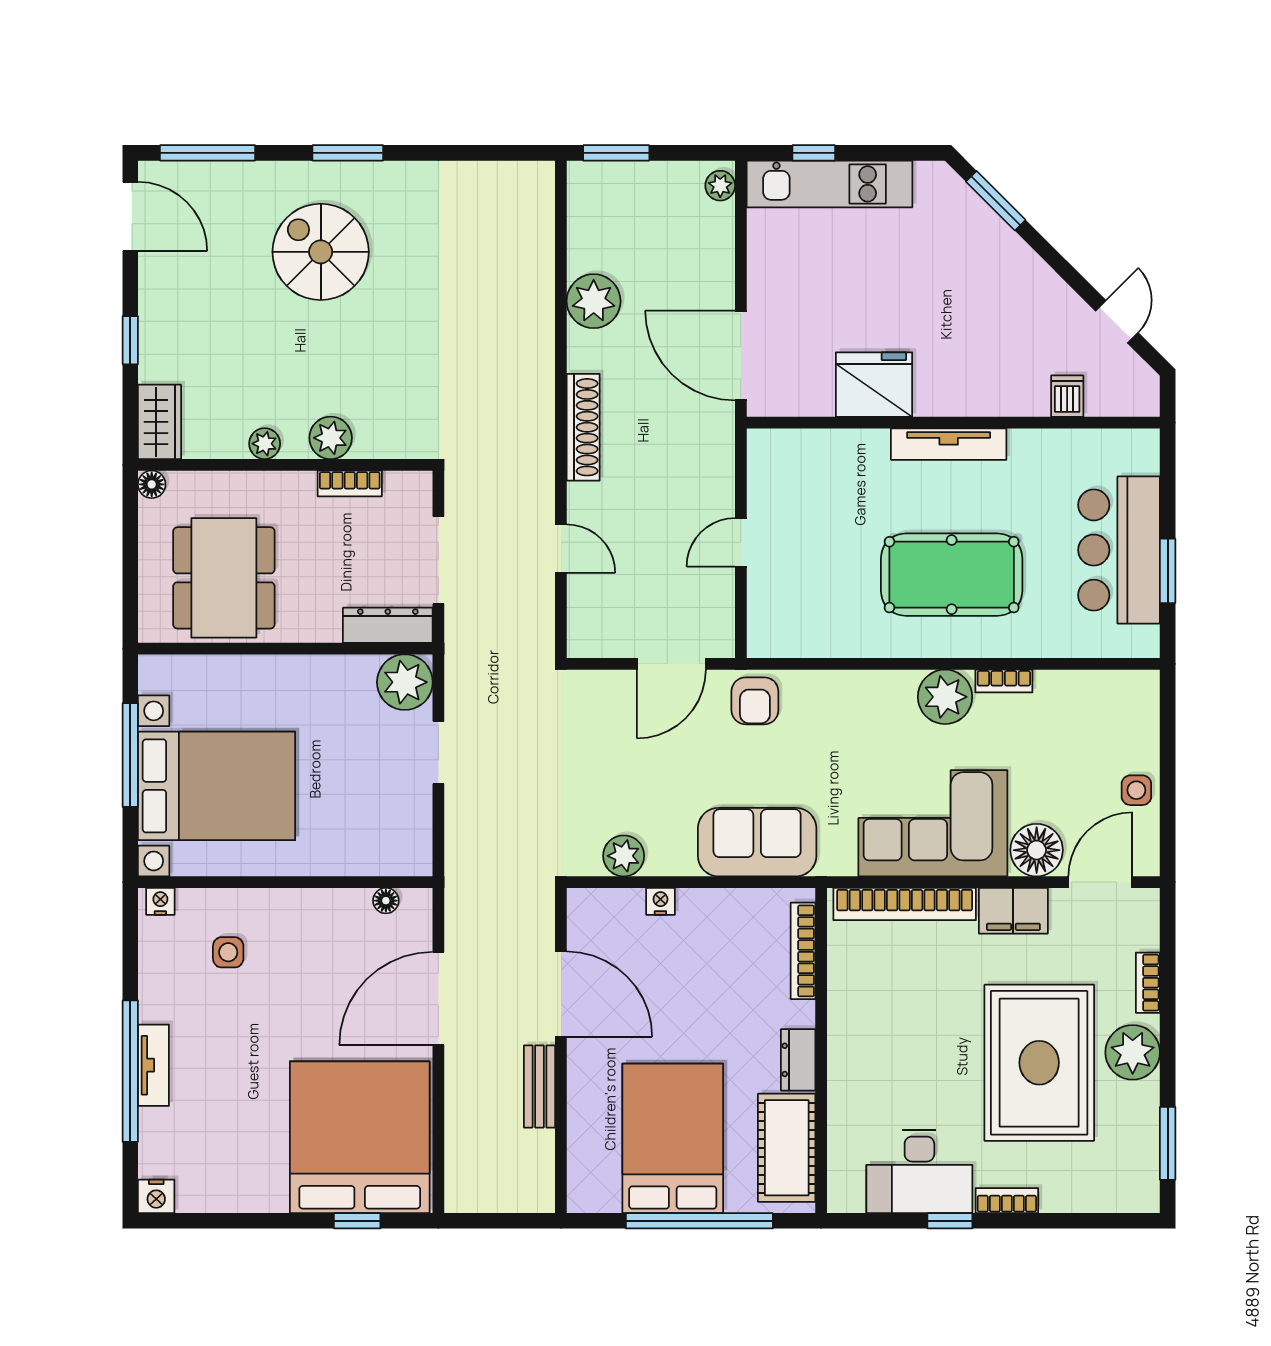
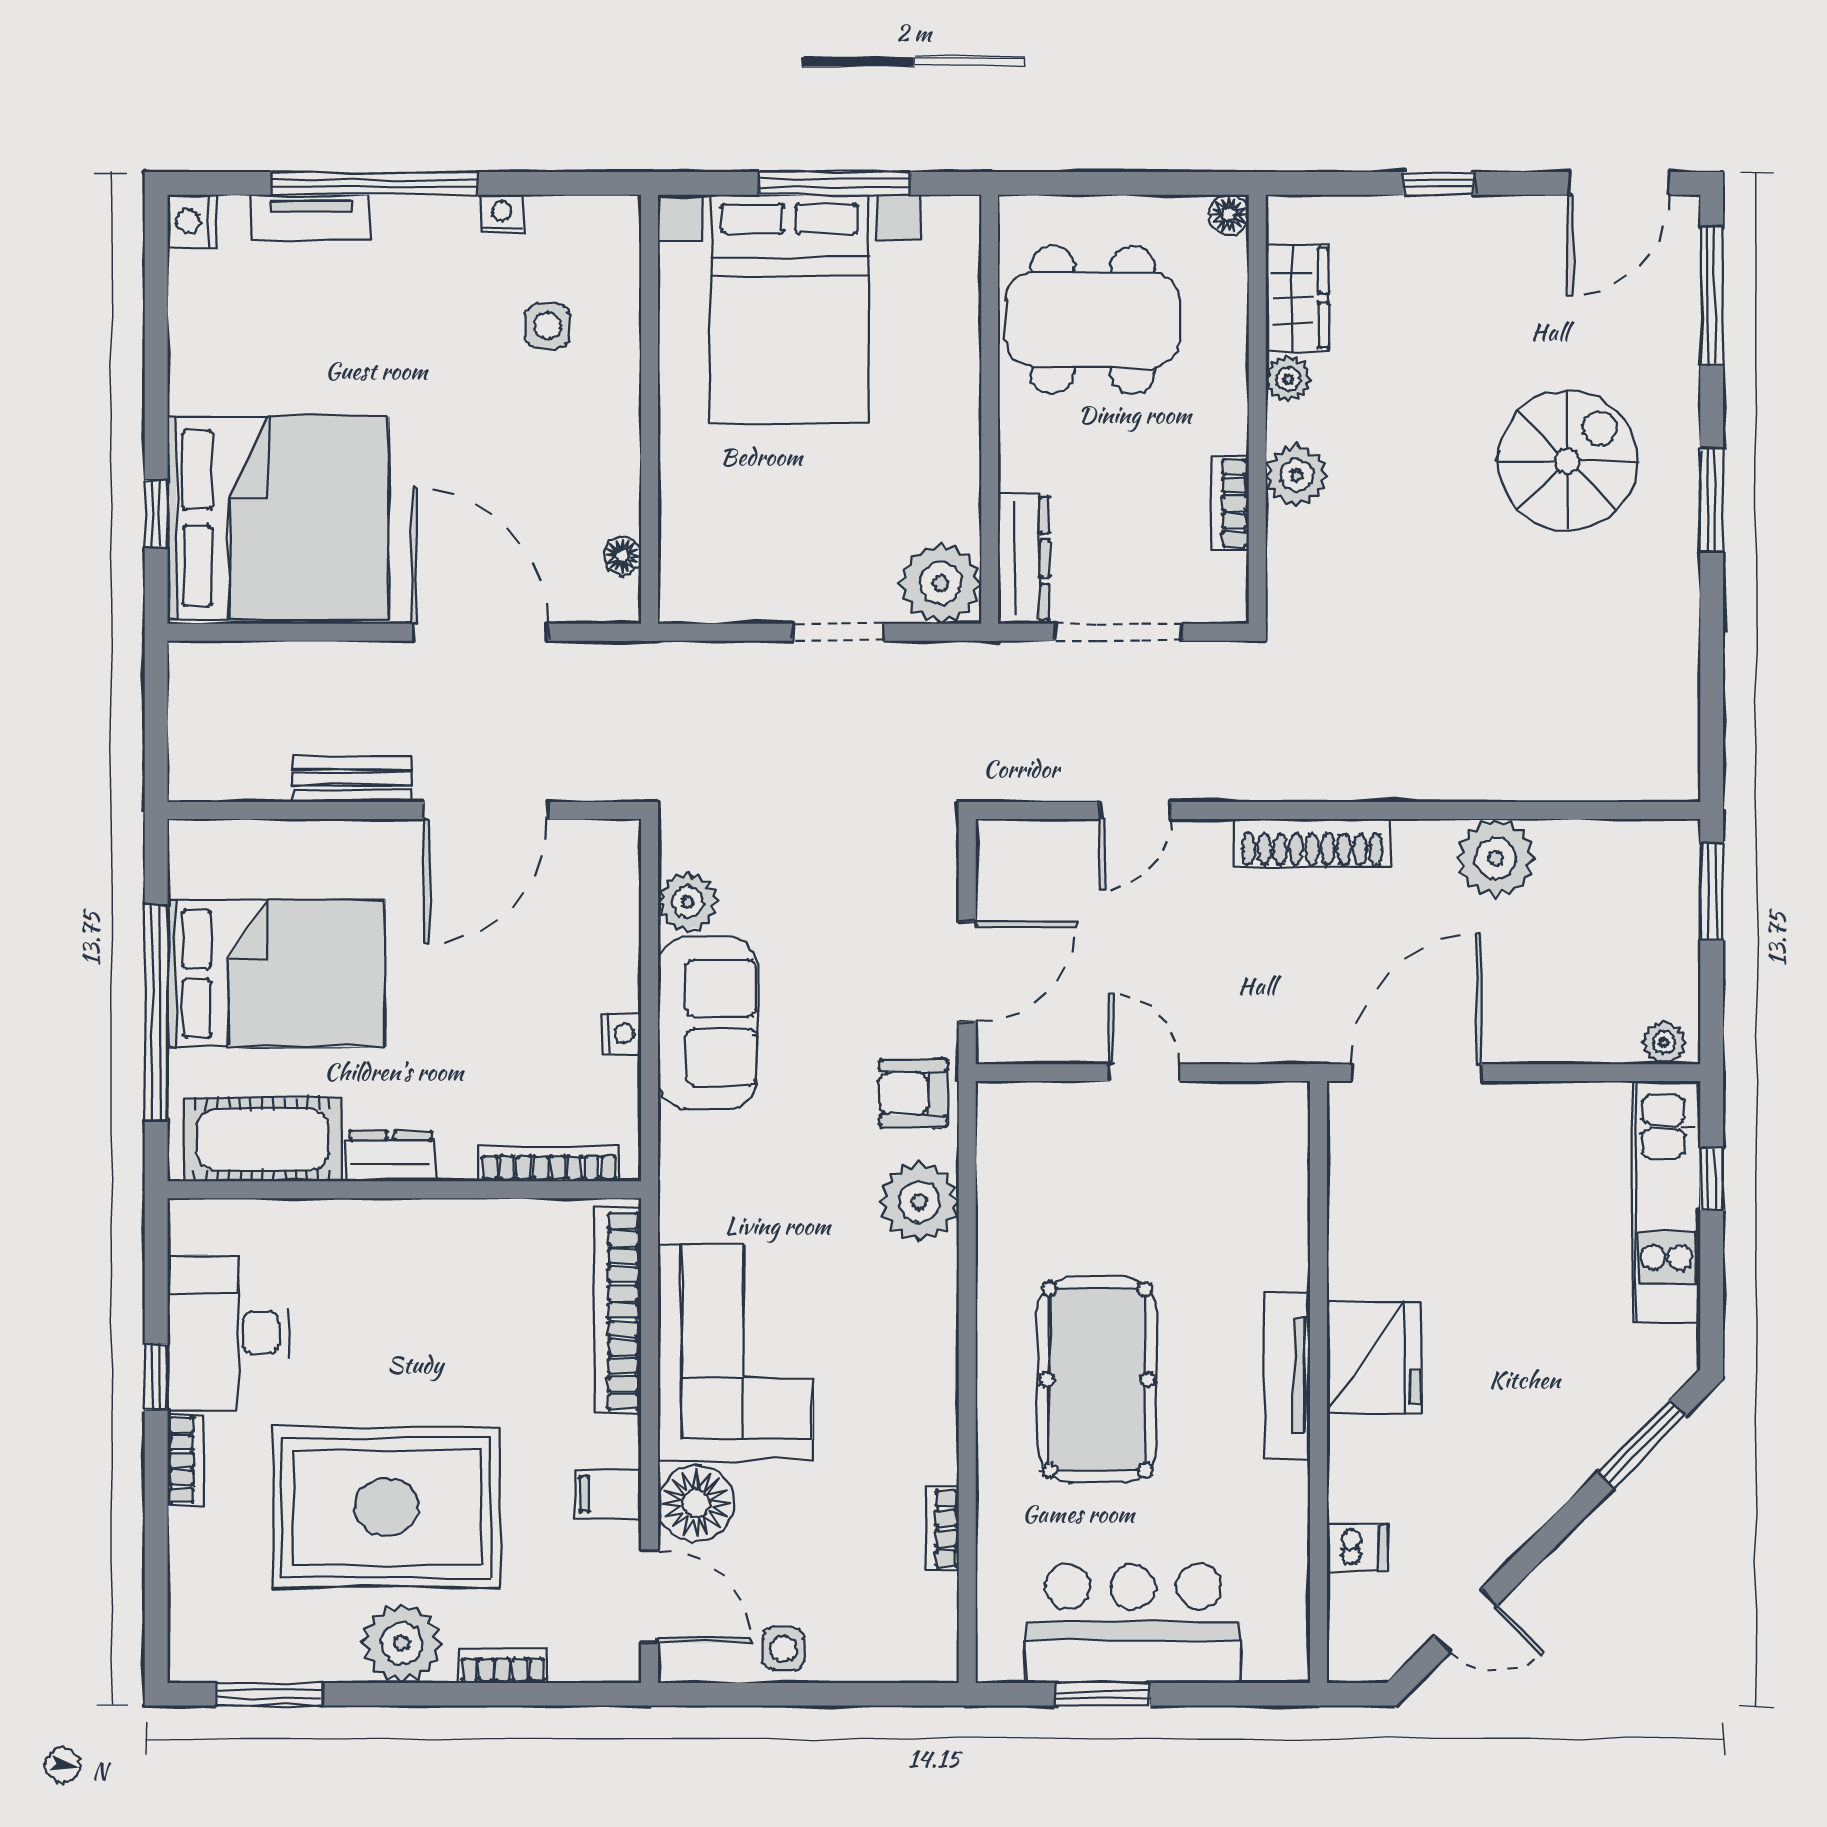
fridge: (874, 385) -> (1374, 1358), moved
wardrobe: (159, 422) -> (1297, 298), moved, turned -90
door: (671, 664) -> (967, 971), swing flipped
bookcase: (1004, 681) -> (942, 1528), moved
plant: (945, 697) -> (919, 1202), moved
sofa: (757, 842) -> (708, 1023), moved
nightstand: (160, 901) -> (502, 214), moved, turned -90
nightstand: (660, 901) -> (621, 1033), moved
filing cabinet: (1013, 911) -> (608, 1495), width x0.50
tv unit: (153, 1065) -> (310, 217), moved

